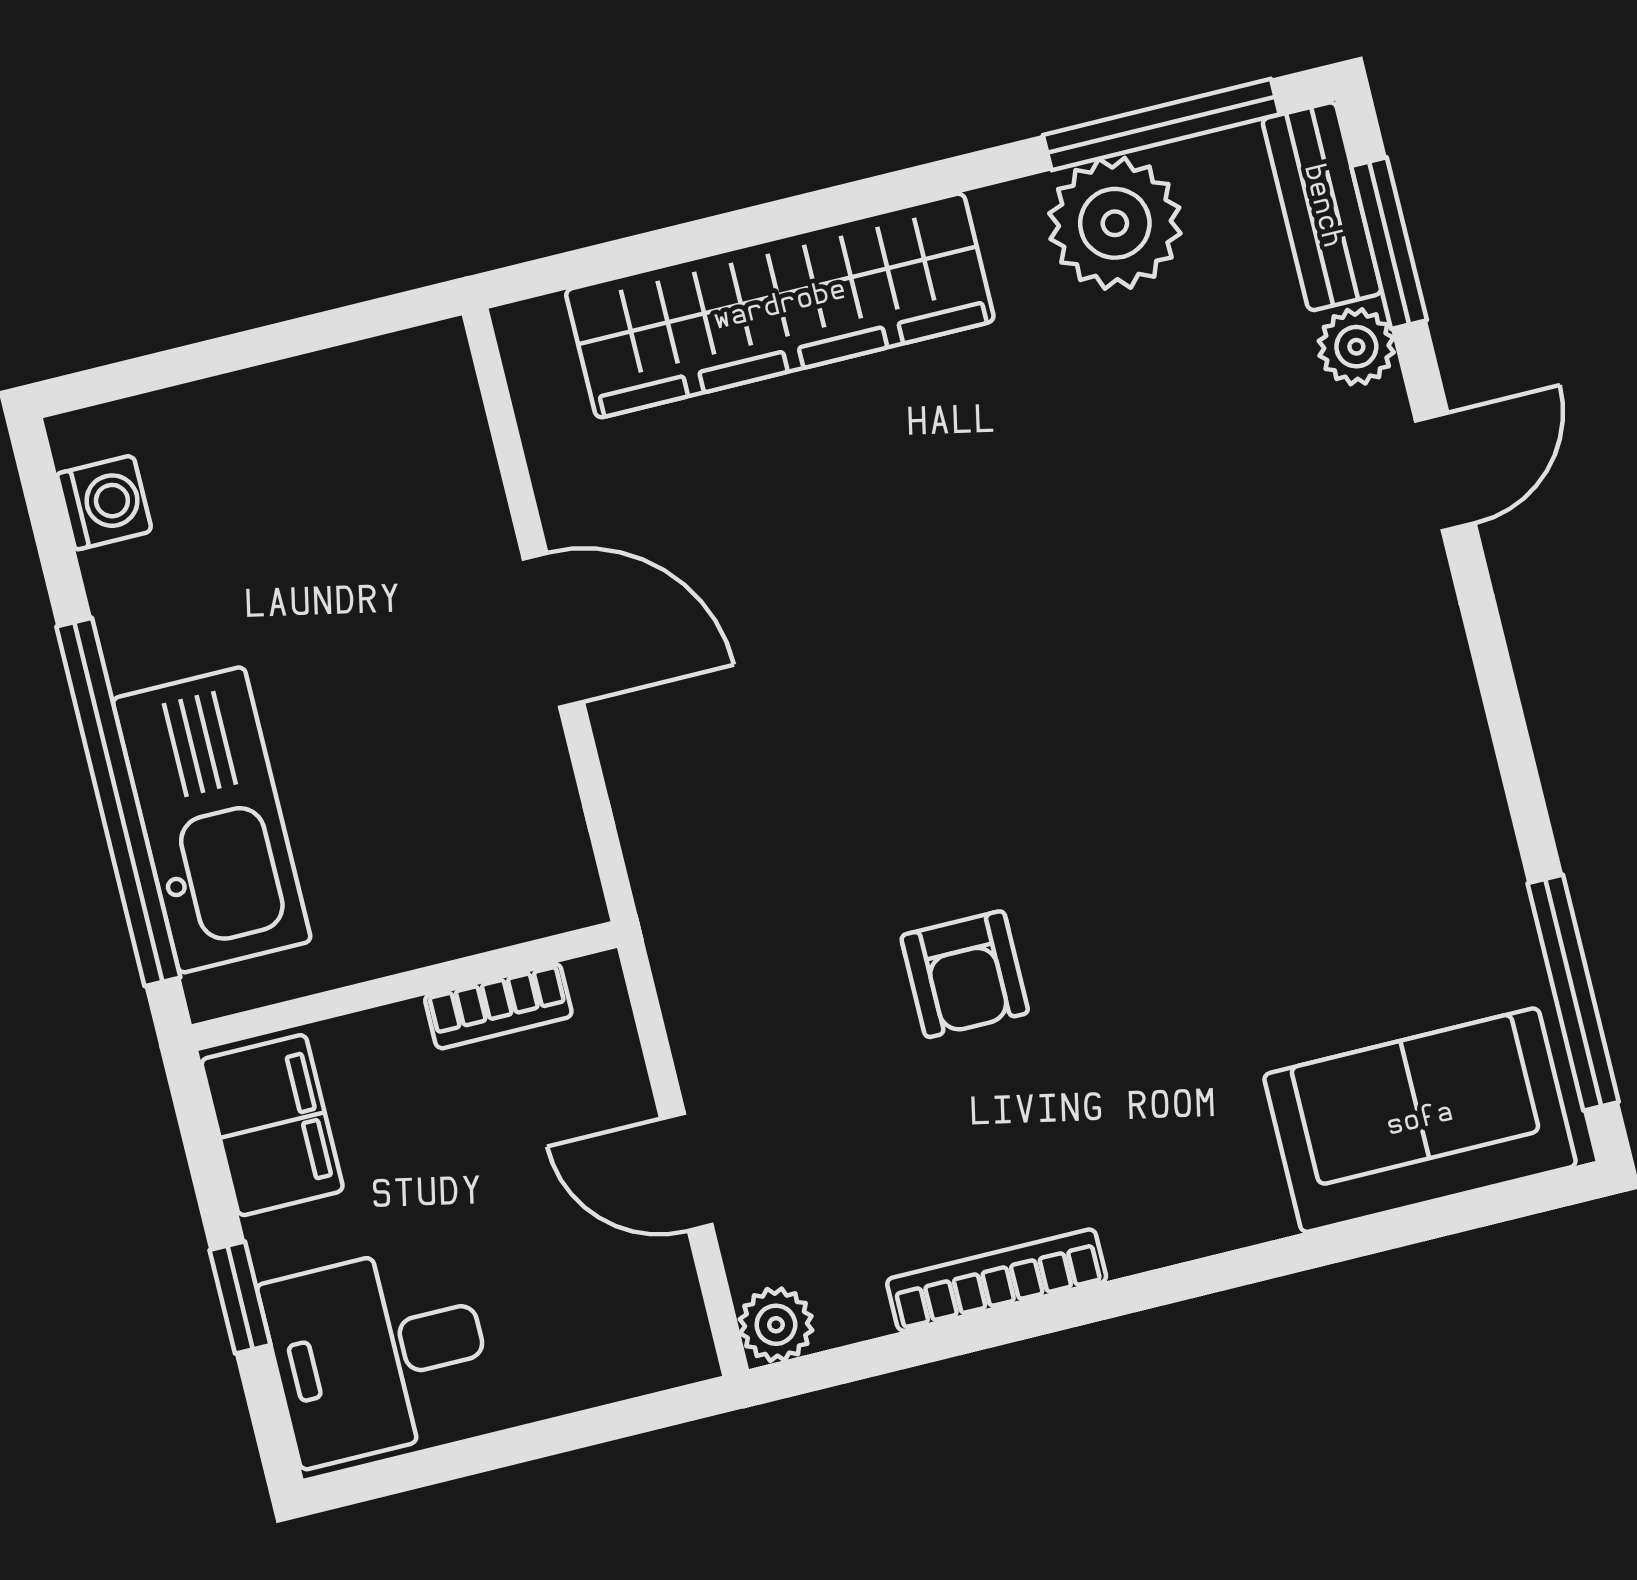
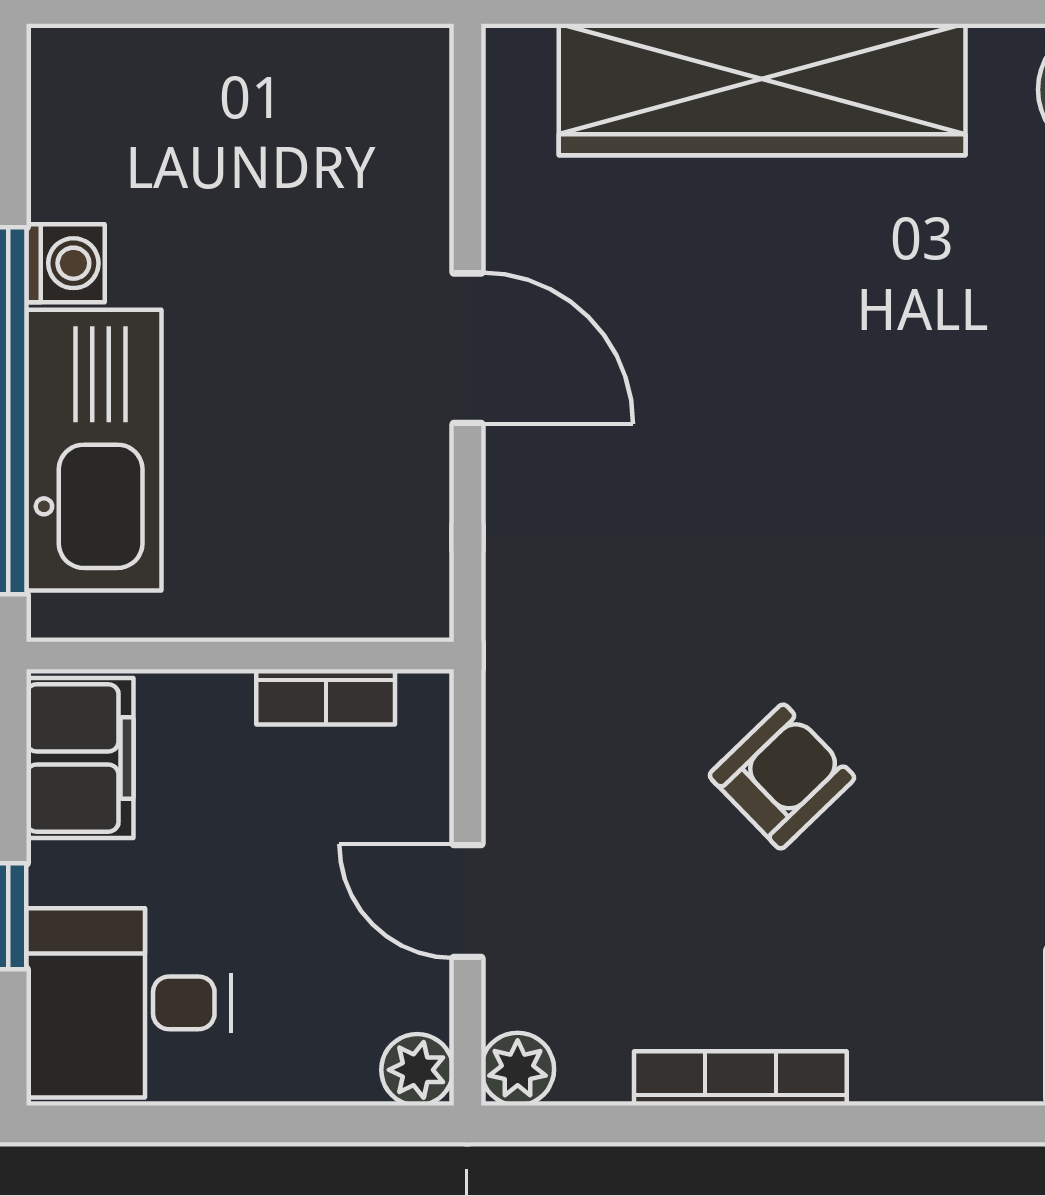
washing machine: (104, 502) -> (66, 263), moved
armchair: (965, 974) -> (782, 777), turned -134
plant: (678, 1349) -> (417, 1070), added

